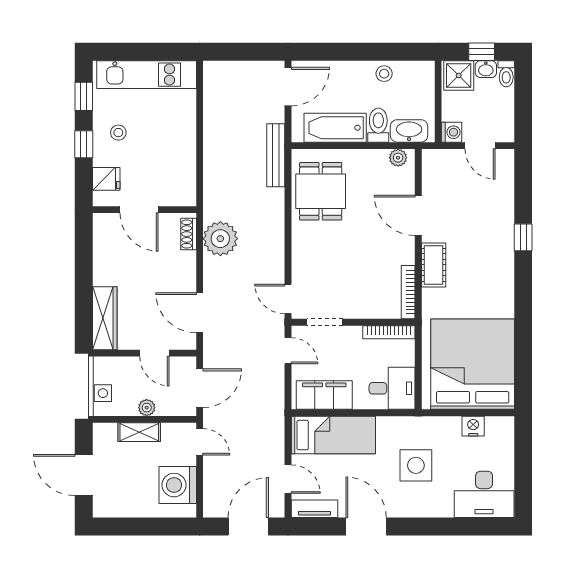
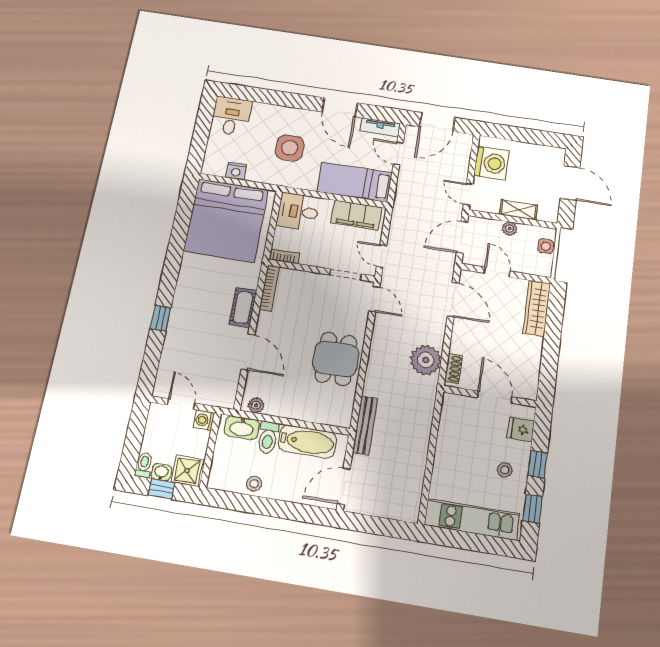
dining table: (321, 191) -> (336, 359), moved
bookcase: (389, 332) -> (284, 256), width x0.64
desk: (484, 494) -> (231, 116), width x0.73

